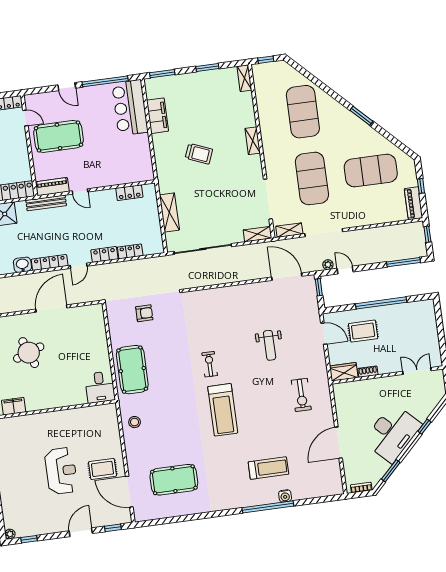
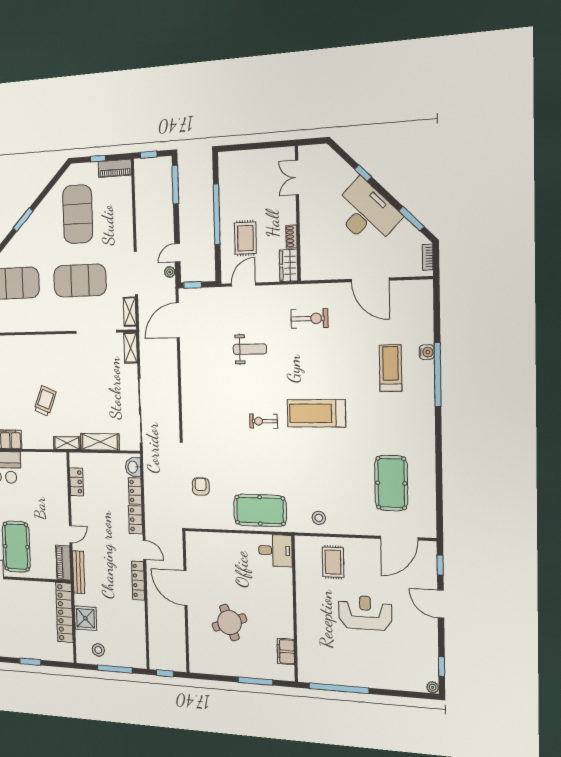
shelving: (253, 141) -> (67, 443), moved
washbasin: (22, 265) -> (133, 467), moved
treadmill: (223, 410) -> (316, 413), turned 180
rug: (102, 469) -> (333, 562), moved

